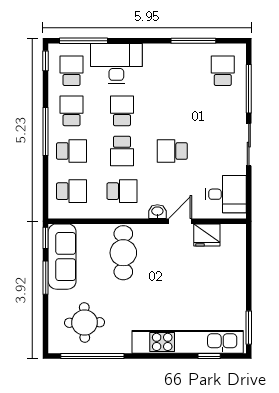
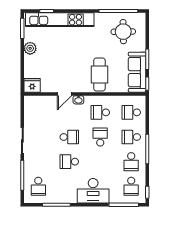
desk: (116, 64) -> (93, 191), moved
school desk: (122, 111) -> (69, 162), moved, turned 90
desk: (226, 194) -> (36, 110), removed
fridge: (207, 235) -> (32, 85), moved
plant: (236, 295) -> (30, 48), added

